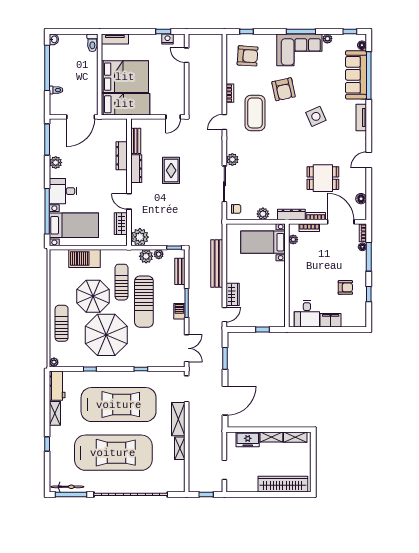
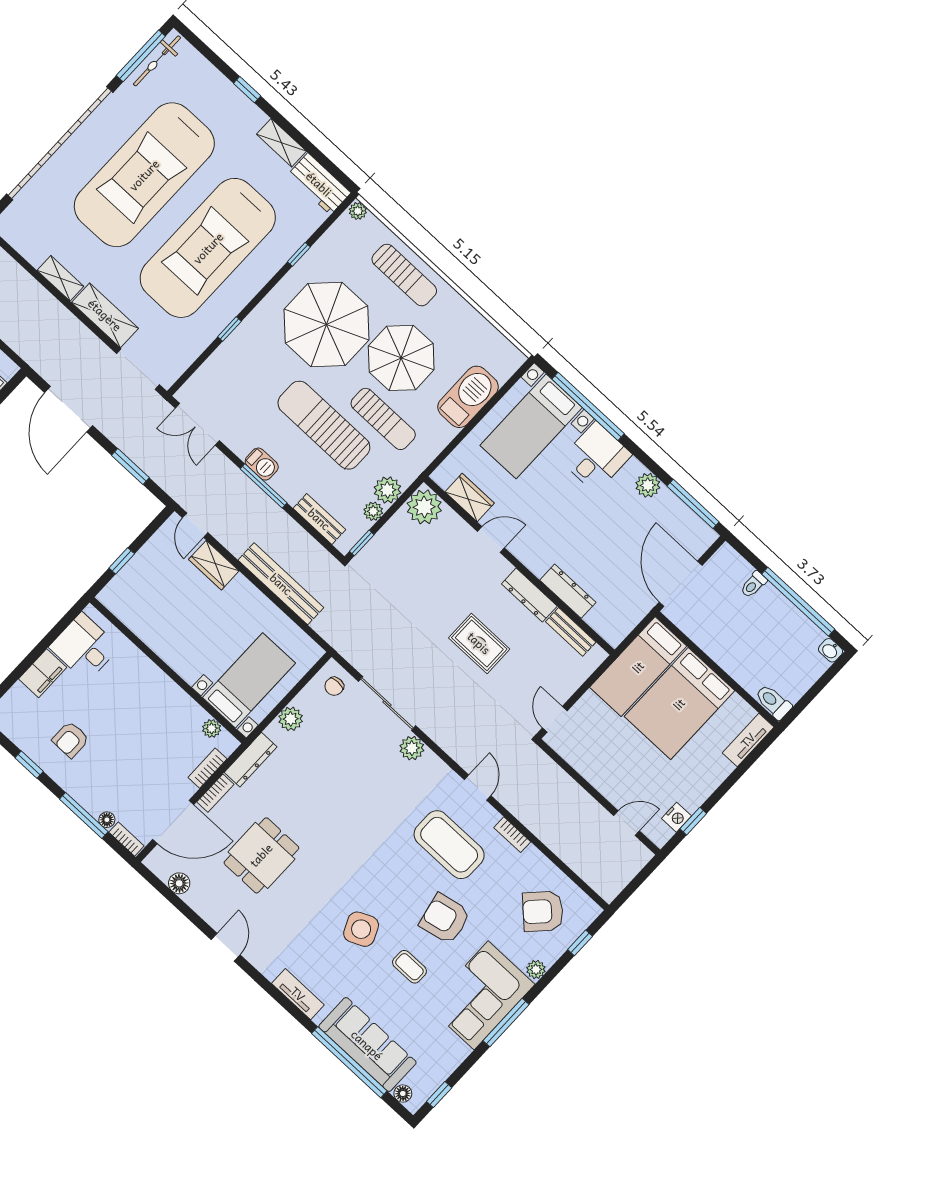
plant: (327, 39) -> (536, 970), moved
armchair: (248, 56) -> (543, 911), turned 40
coffee table: (313, 86) -> (409, 967), added

